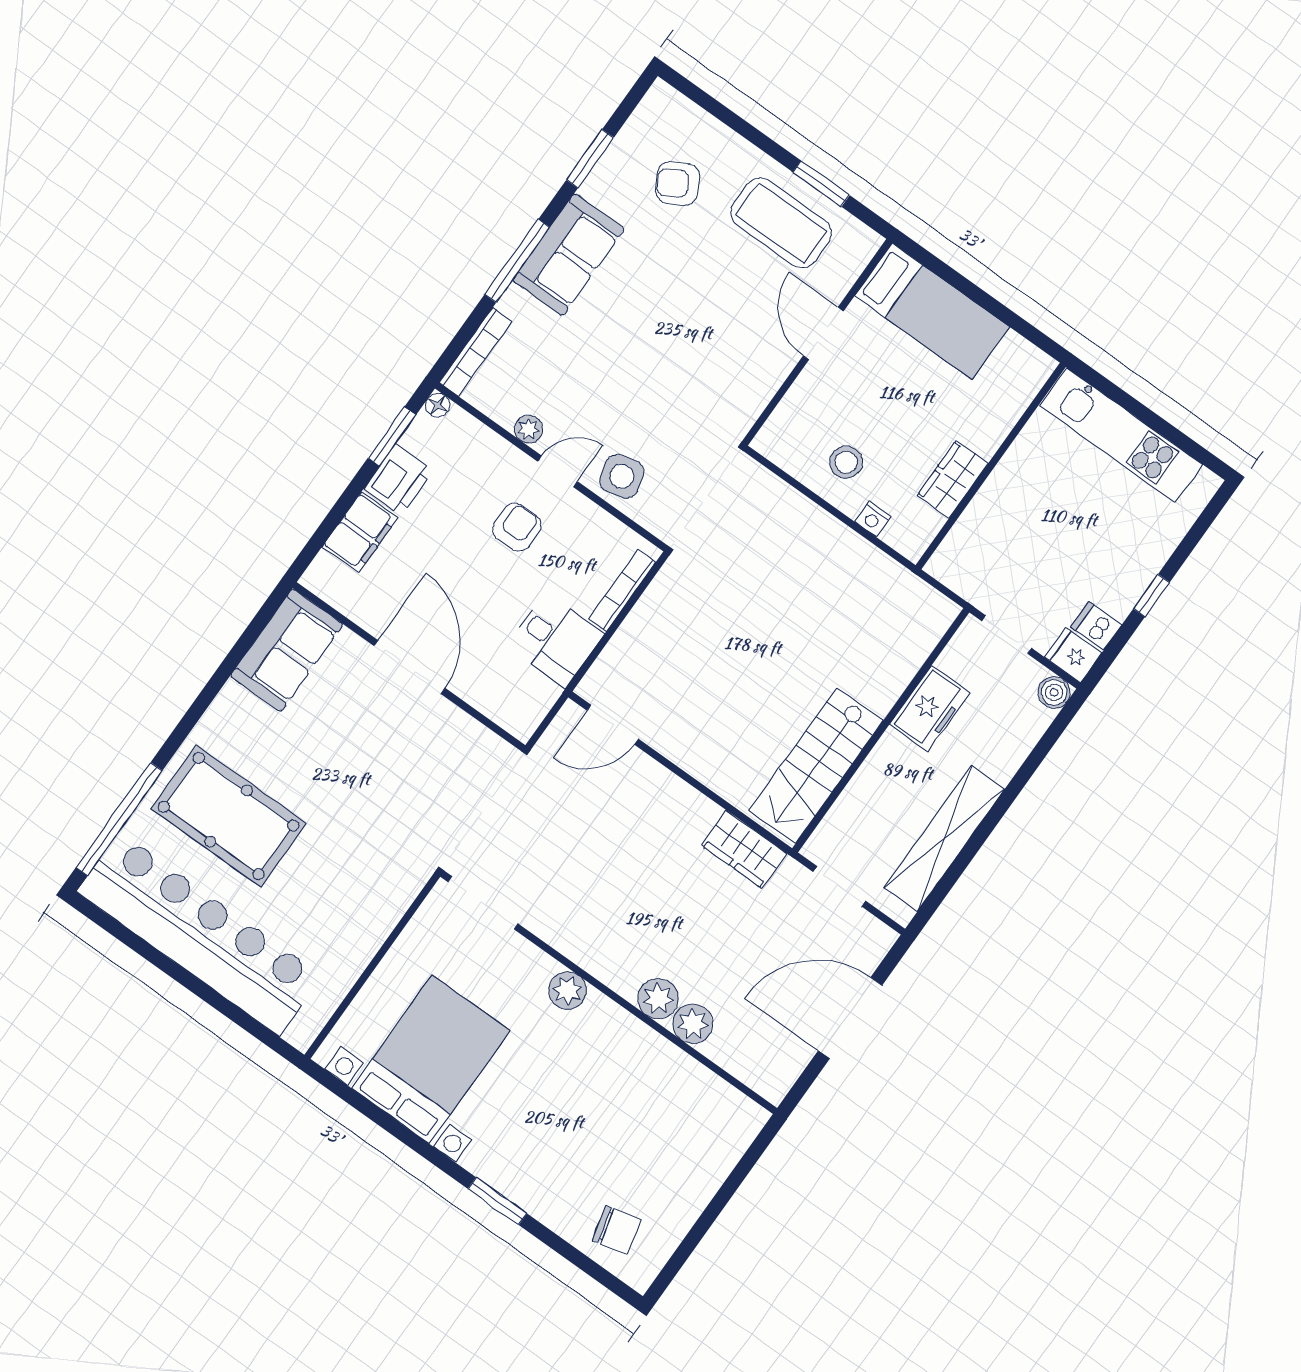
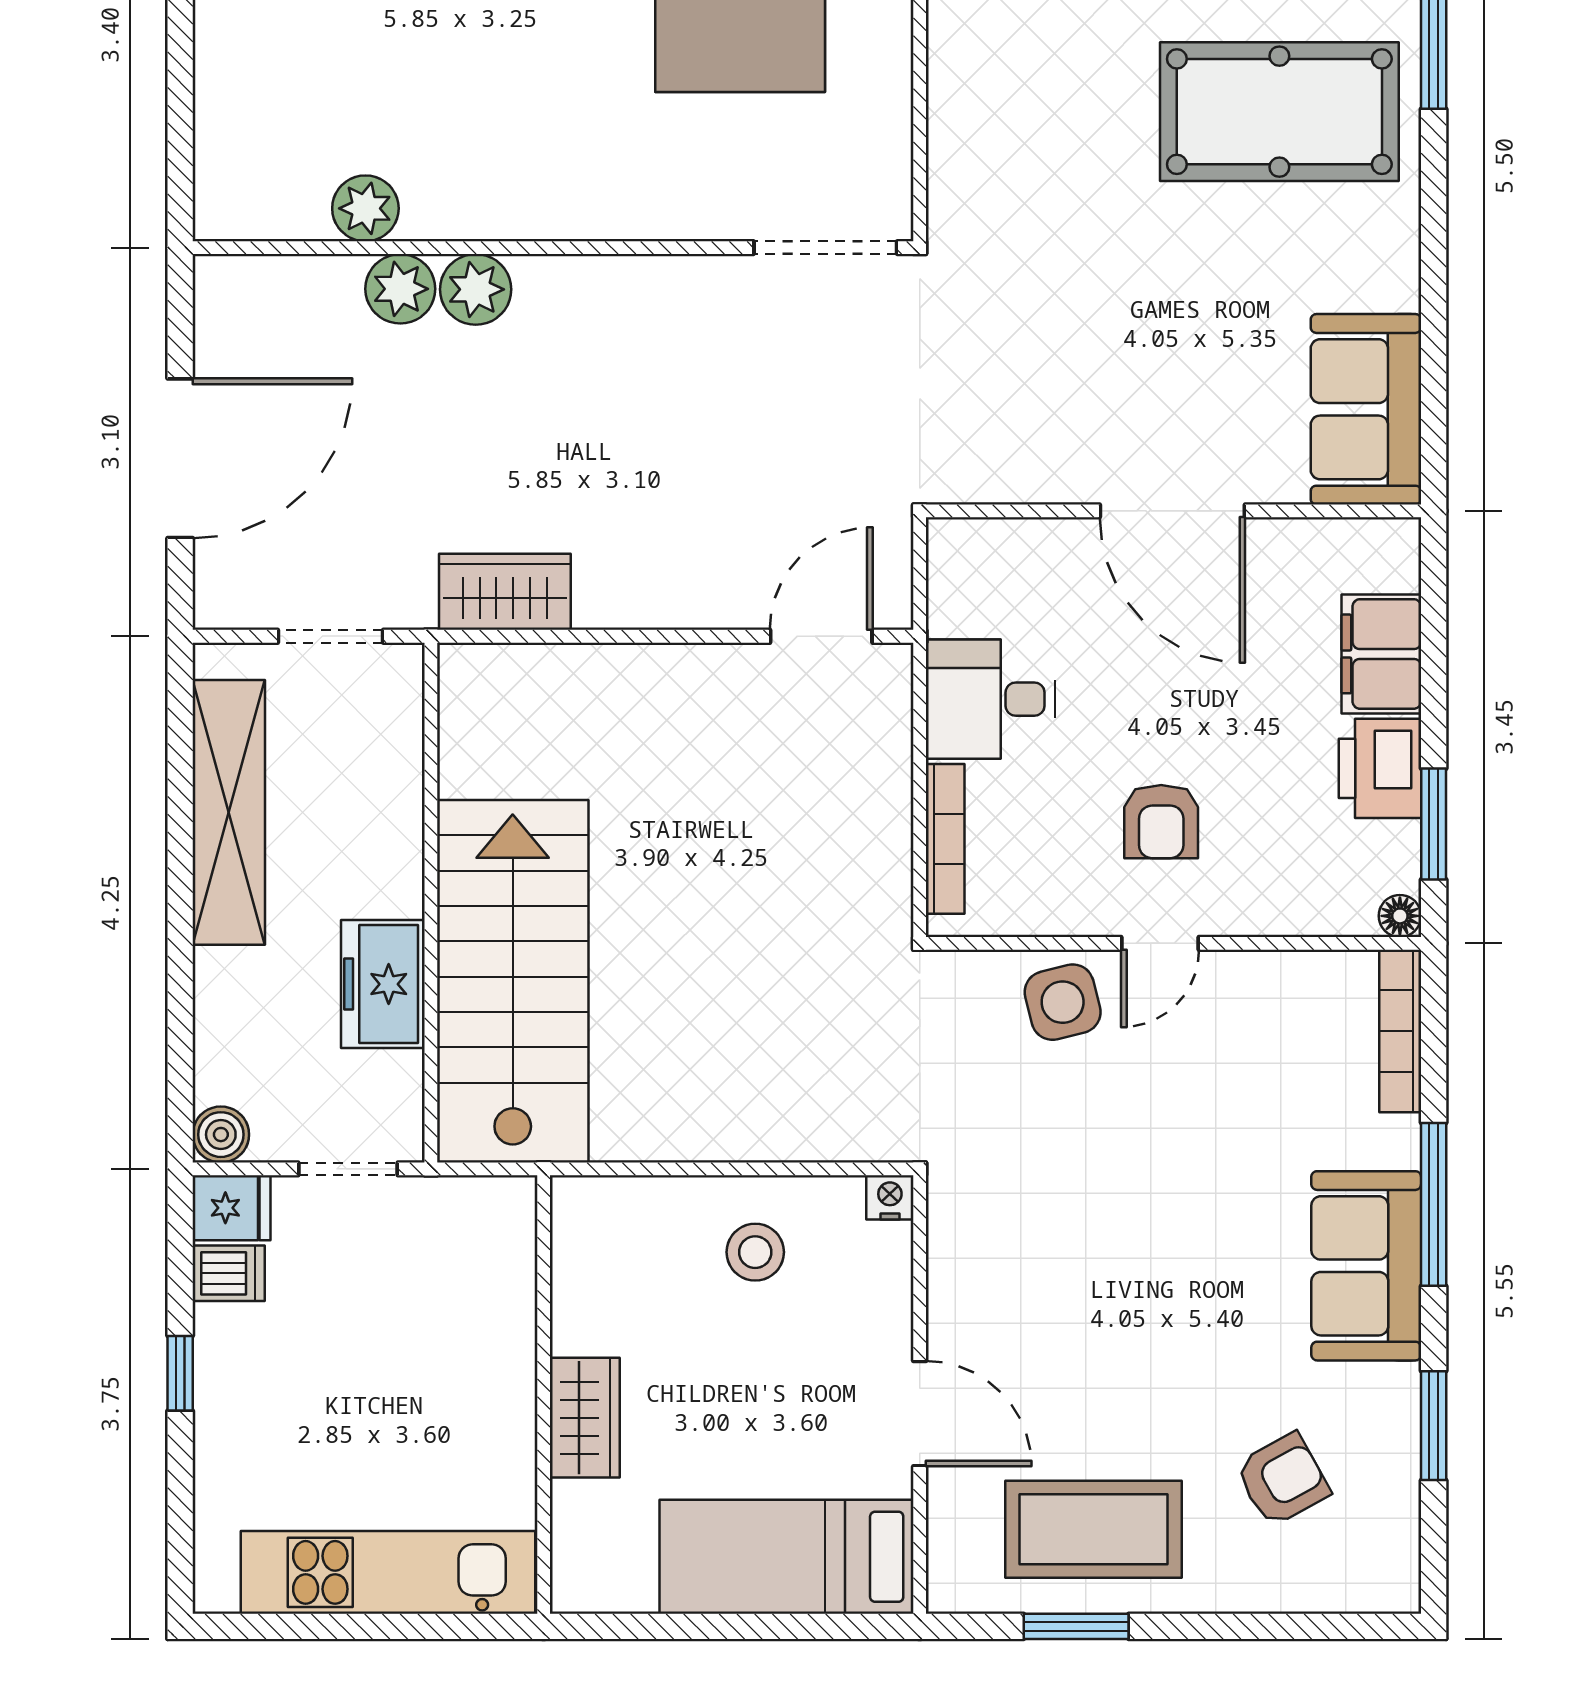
plant: (529, 429) -> (1245, 974), removed
wardrobe: (953, 479) -> (585, 1418), moved
nightstand: (873, 519) -> (890, 1197), moved
stairs: (816, 766) -> (513, 981), moved, width x1.36, depth x1.51
plant: (568, 990) -> (365, 208), moved

